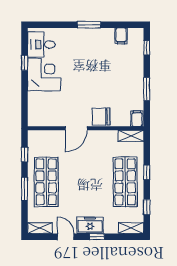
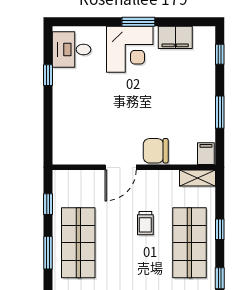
filing cabinet: (121, 36) -> (175, 37), width x2.00
corner desk: (44, 75) -> (130, 49), moved, turned 90
trolley: (94, 168) -> (145, 223), added

